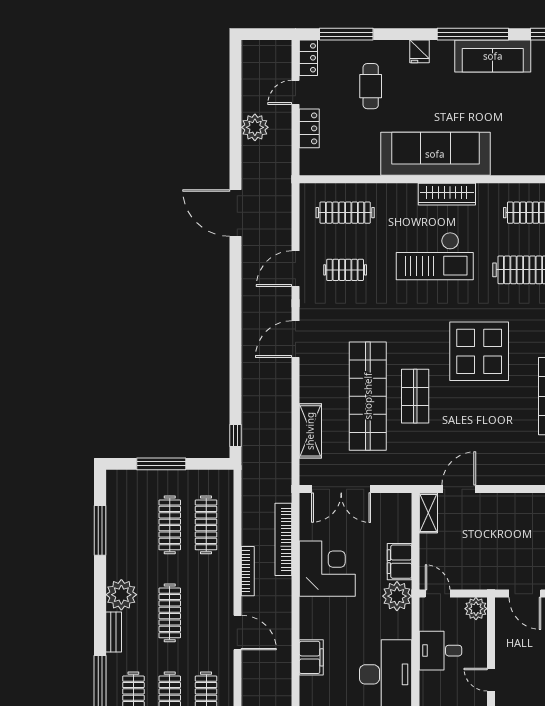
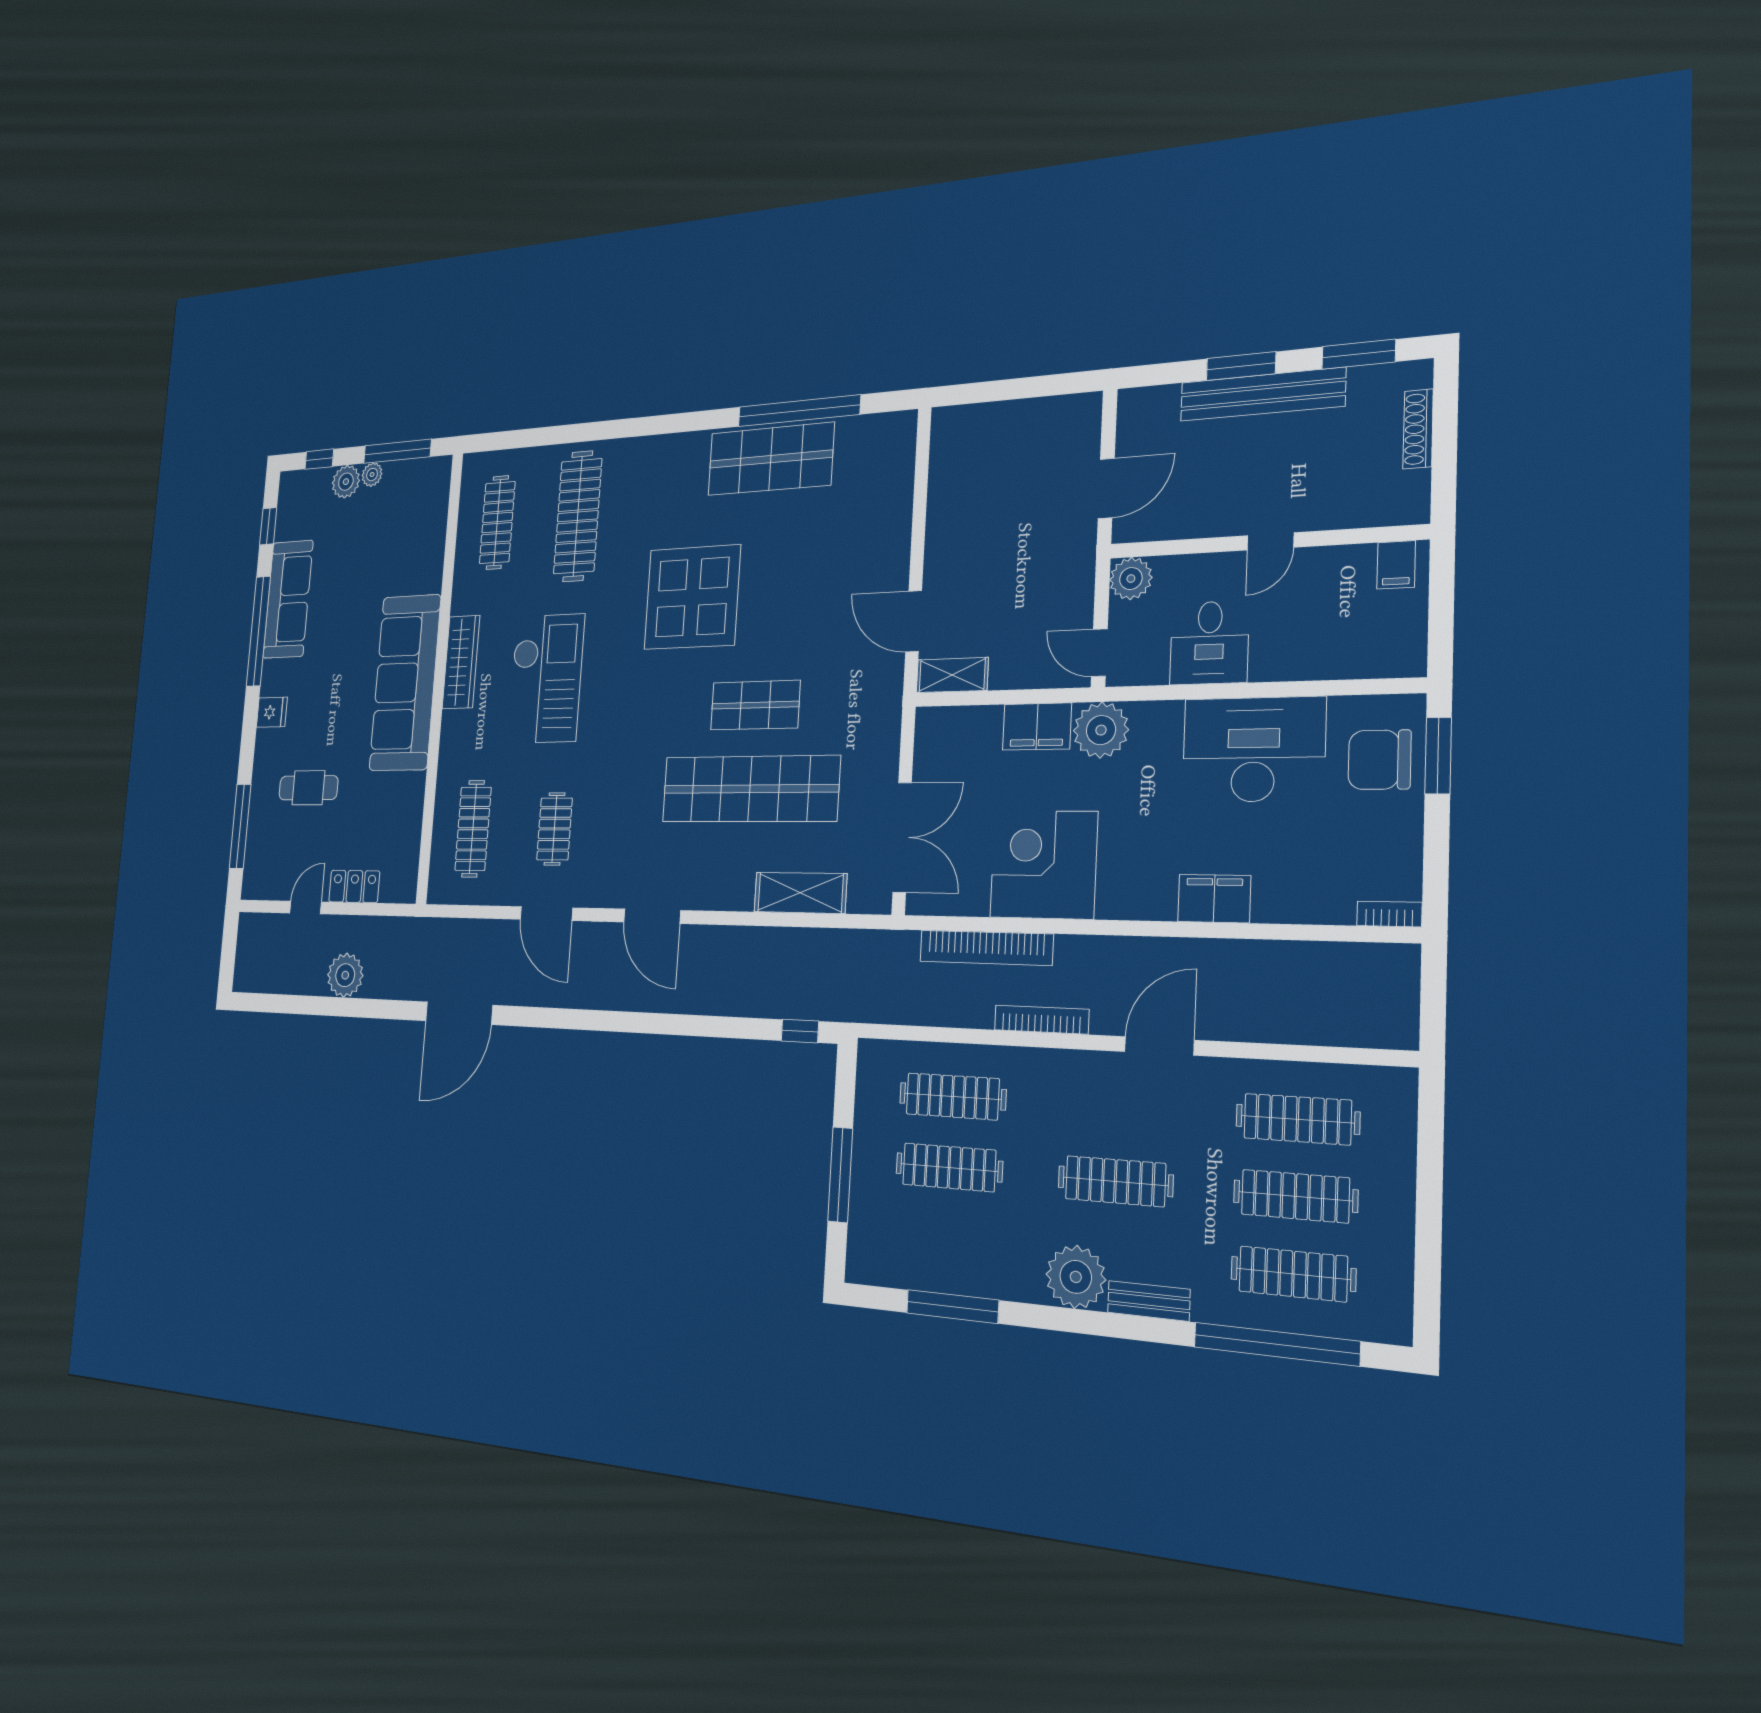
locker: (308, 58) -> (264, 886), removed
door: (296, 92) -> (306, 908), swing flipped
door: (438, 594) -> (1099, 653), hinge flipped

